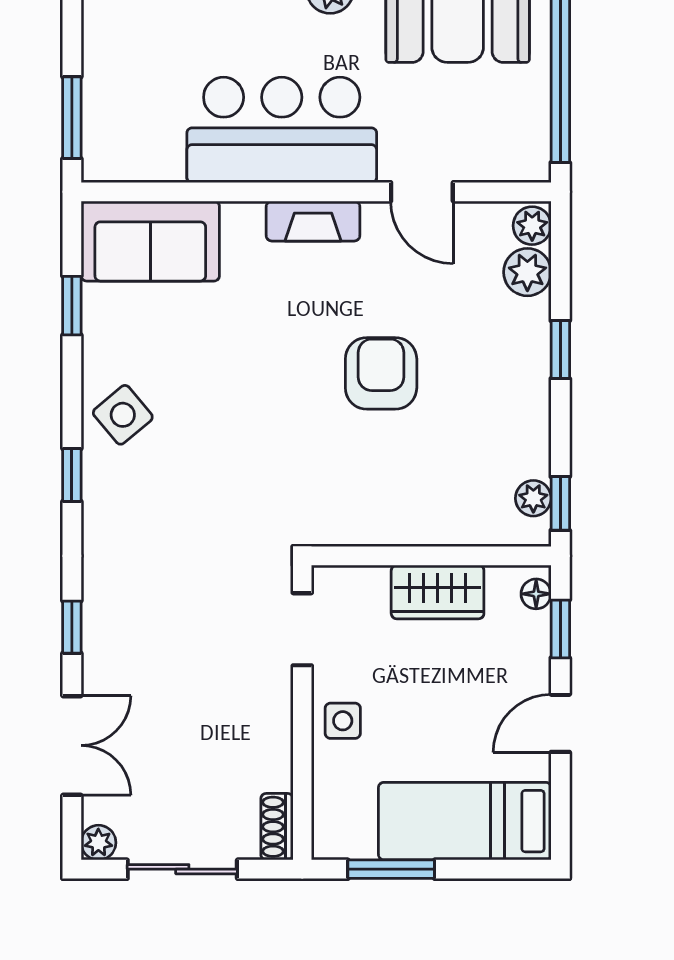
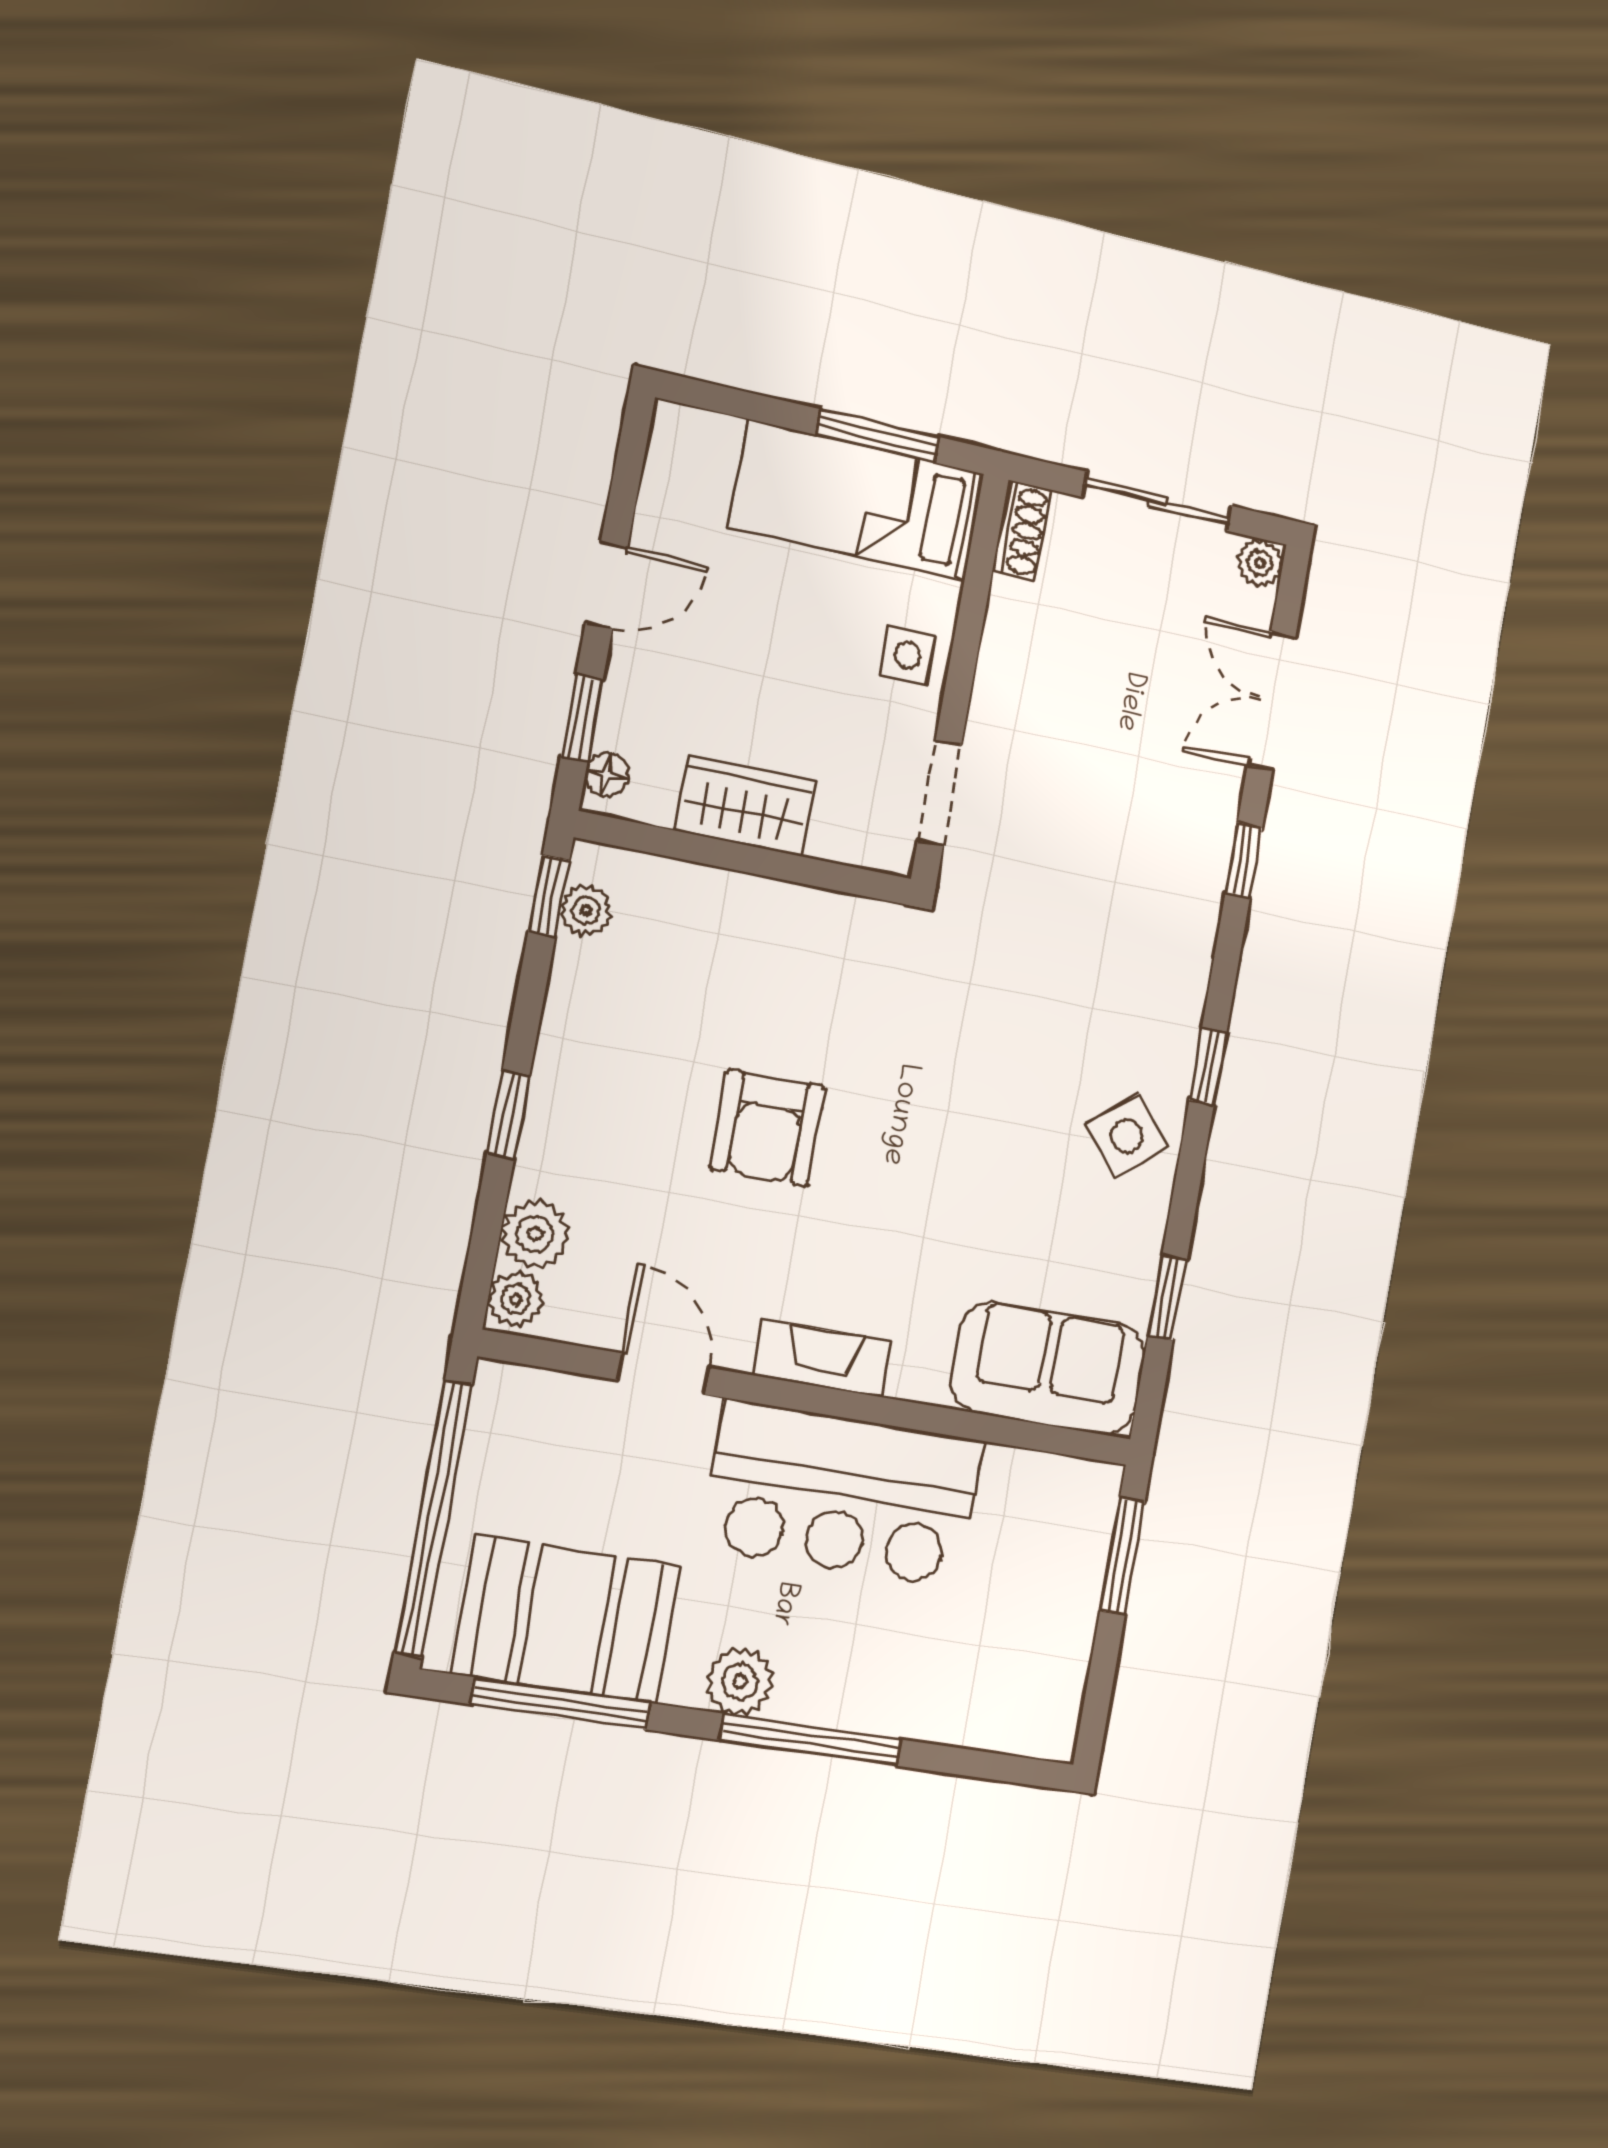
bed: (465, 821) -> (857, 500), moved, turned 180

